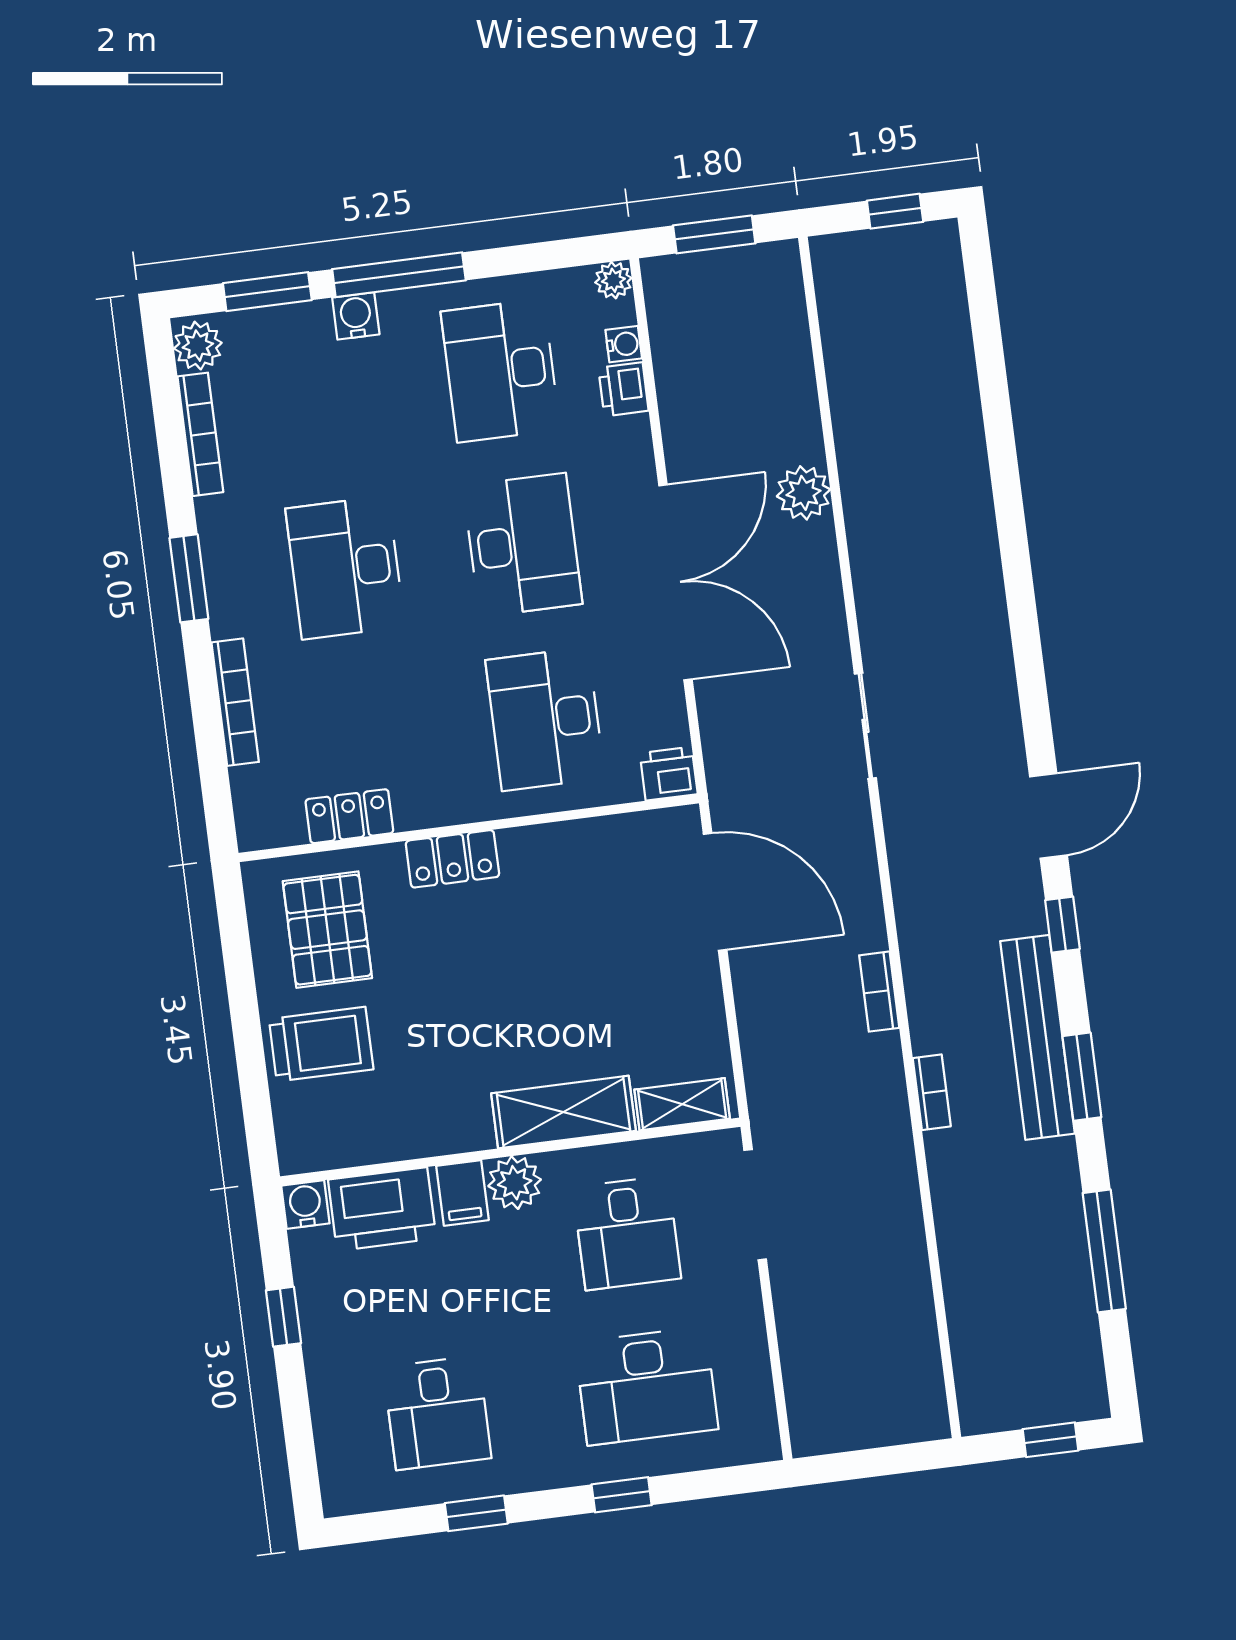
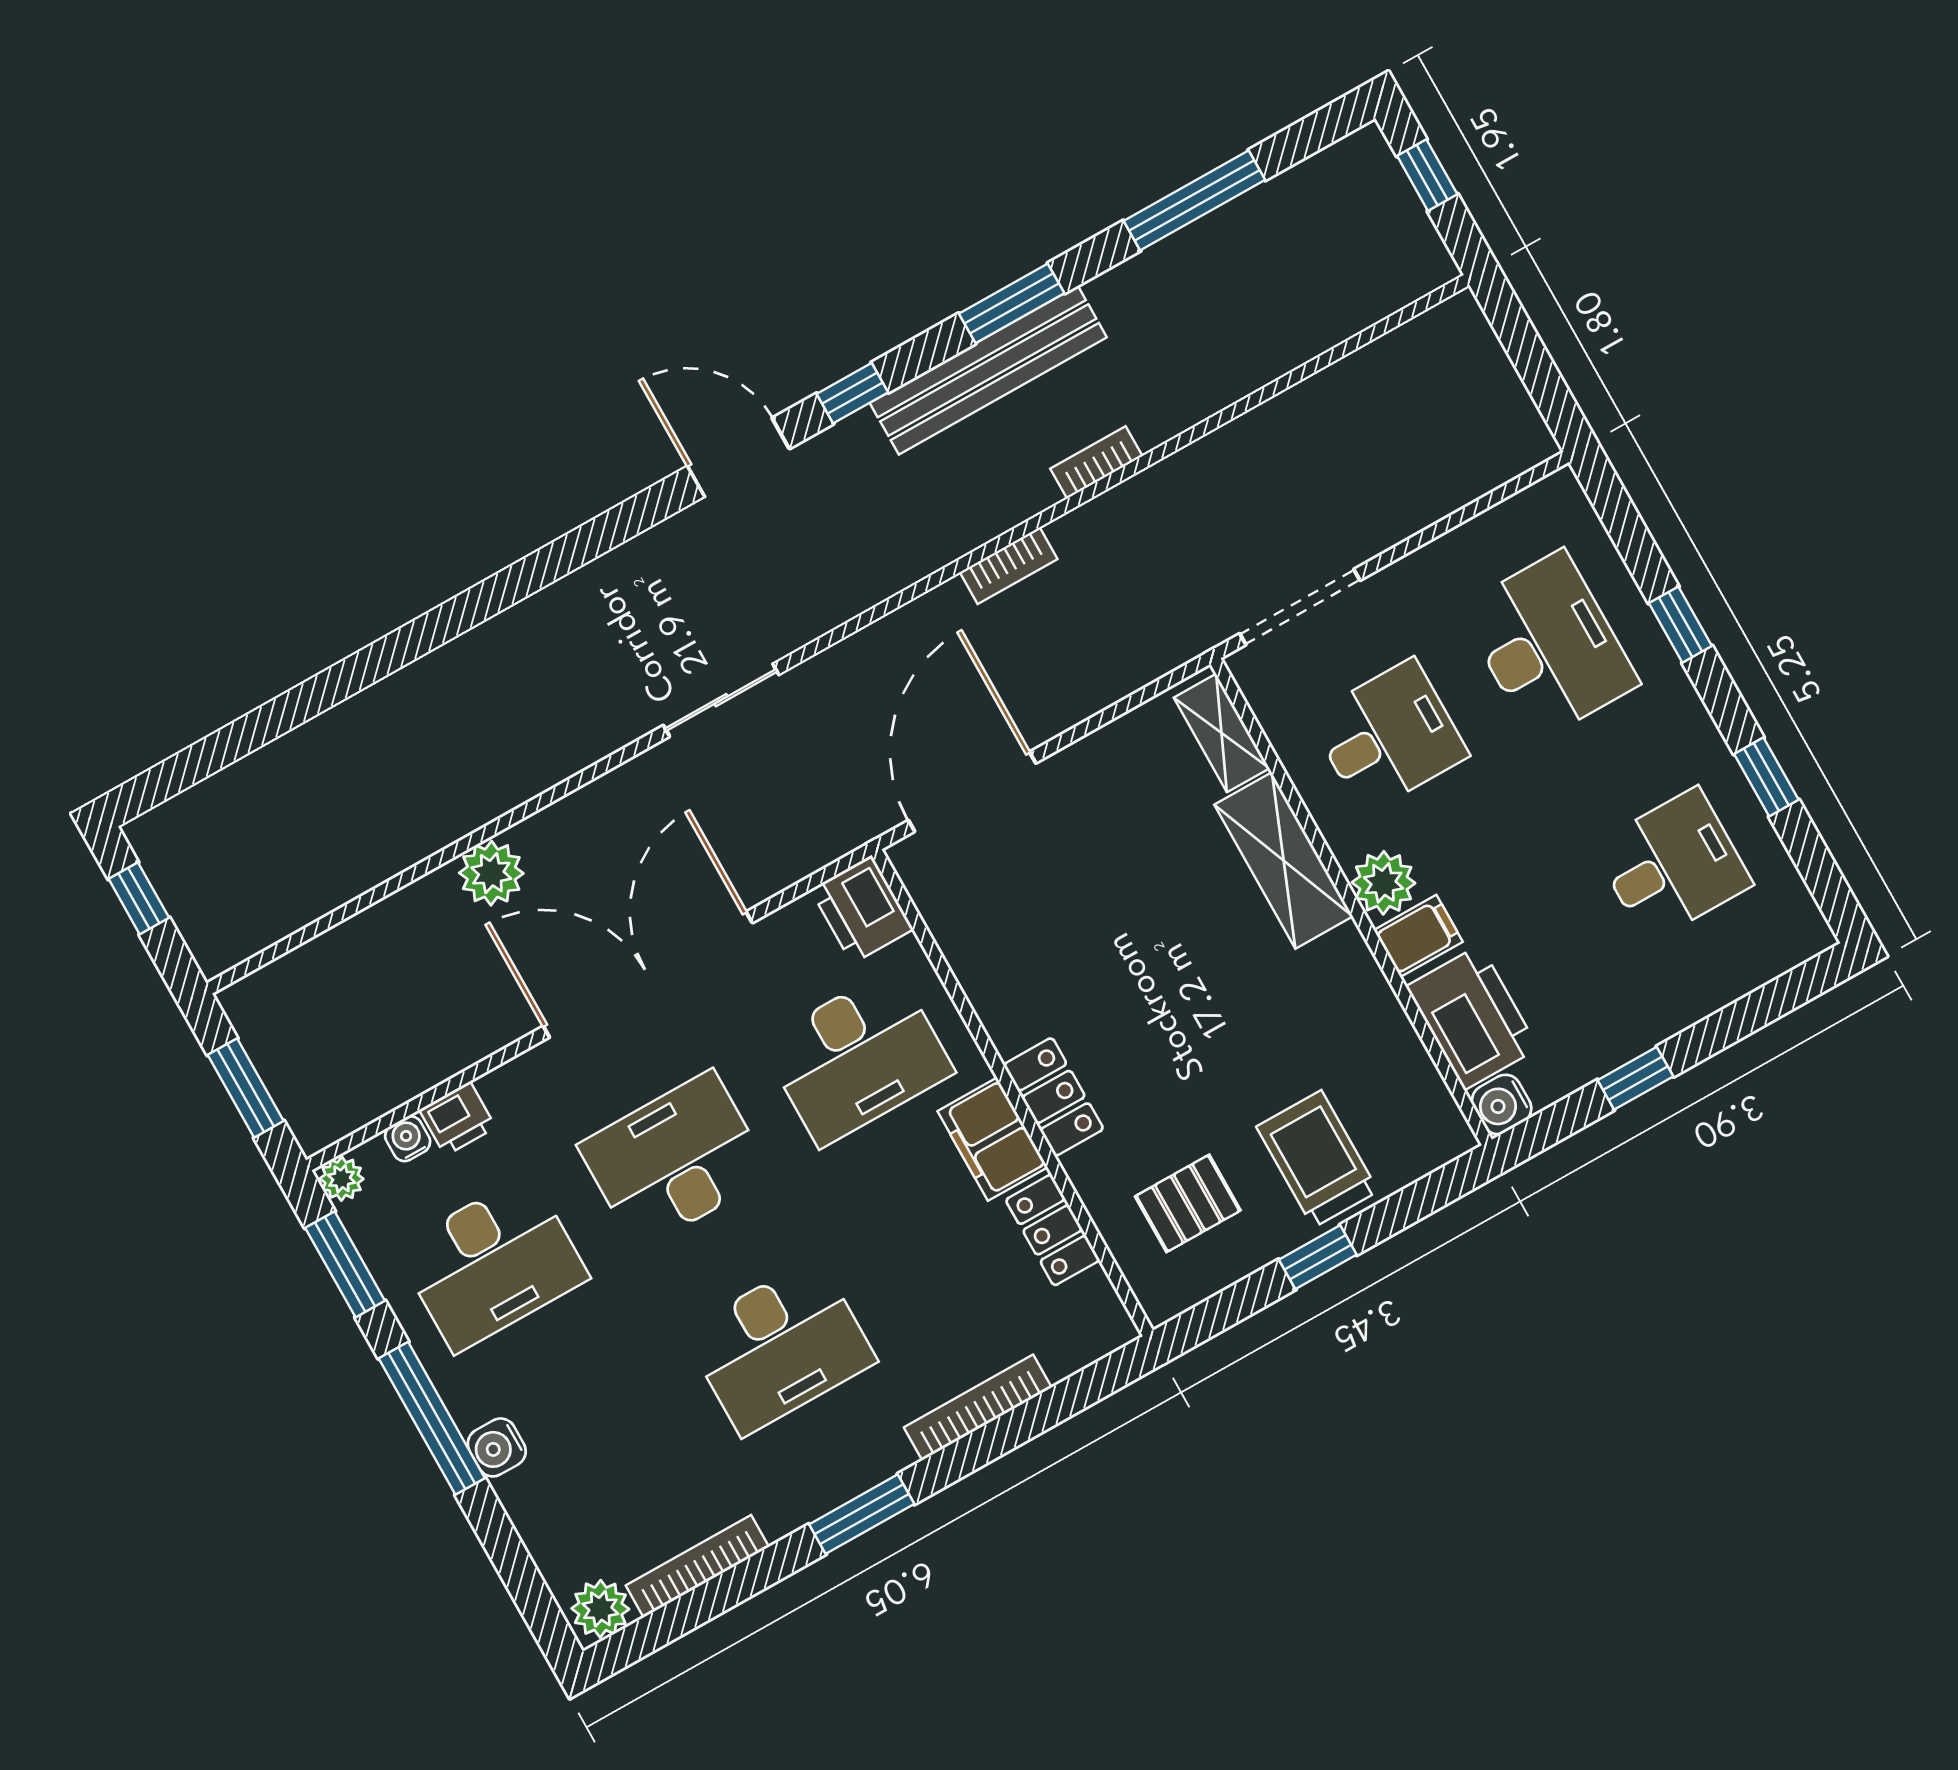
window: (267, 292) -> (345, 1264), moved
printer: (669, 774) -> (862, 909), width x1.36, depth x1.24
filing cabinet: (439, 798) -> (992, 1139), added
pallet: (327, 930) -> (1188, 1203), width x0.67, depth x0.71
window: (245, 1014) -> (1318, 1257), added

